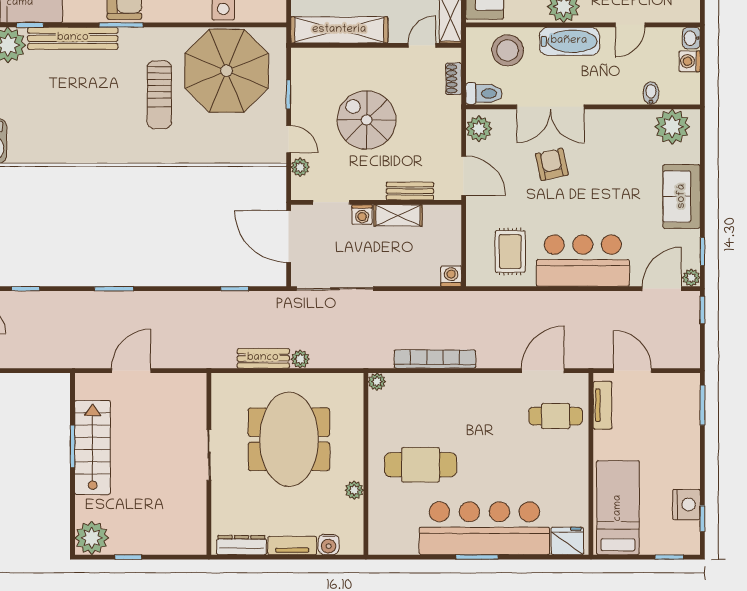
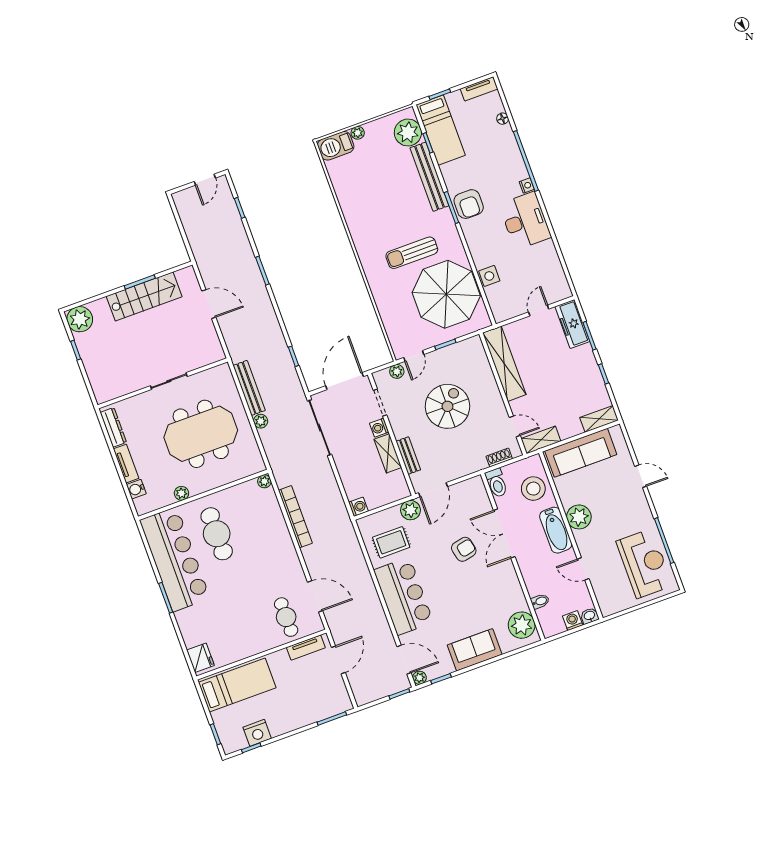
plant: (479, 129) -> (410, 510), moved
bench: (263, 358) -> (249, 388), width x1.36
bar counter: (484, 528) -> (175, 559), moved

